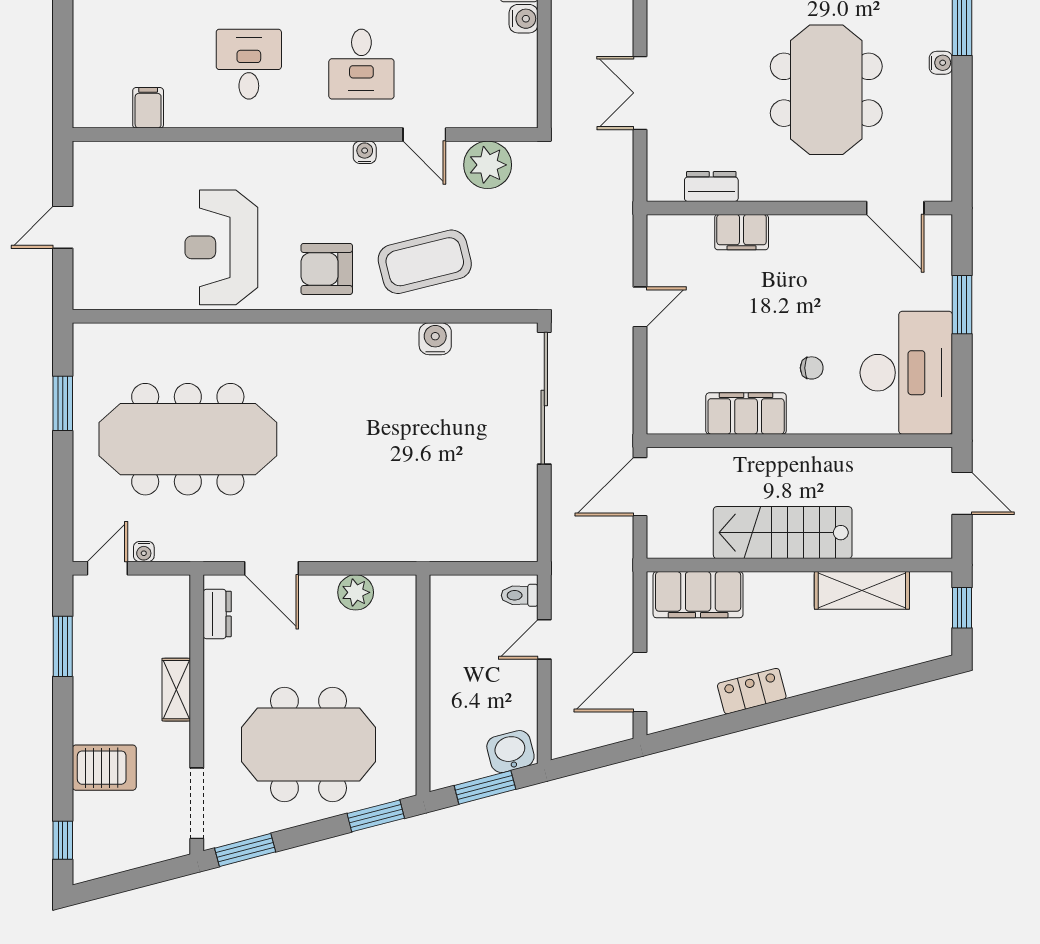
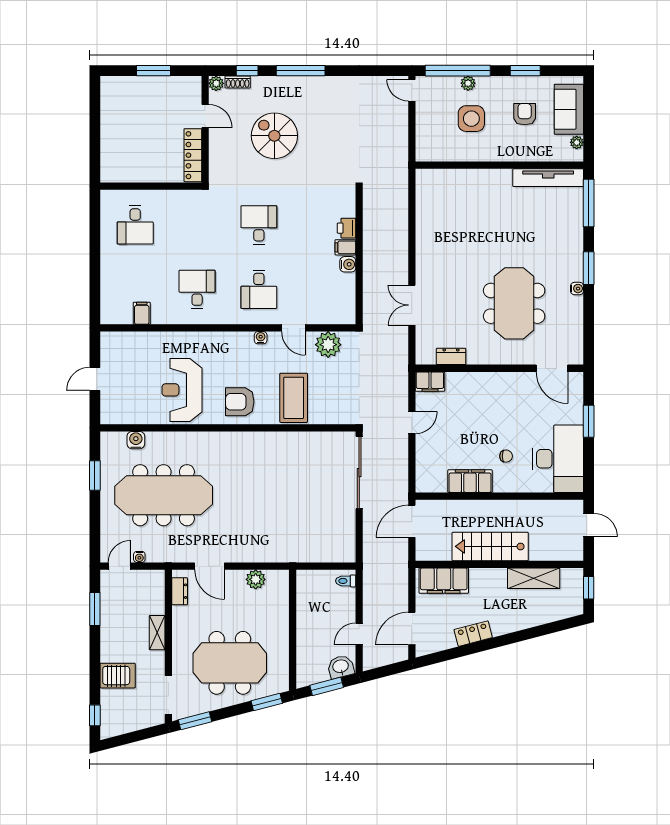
filing cabinet: (742, 232) -> (430, 382), moved
coffee table: (425, 262) -> (294, 398), turned -76
water cooler: (435, 339) -> (136, 440), moved
door: (544, 639) -> (359, 634), moved

